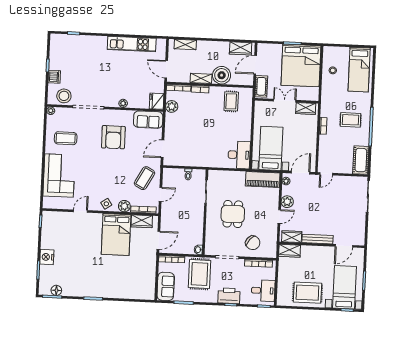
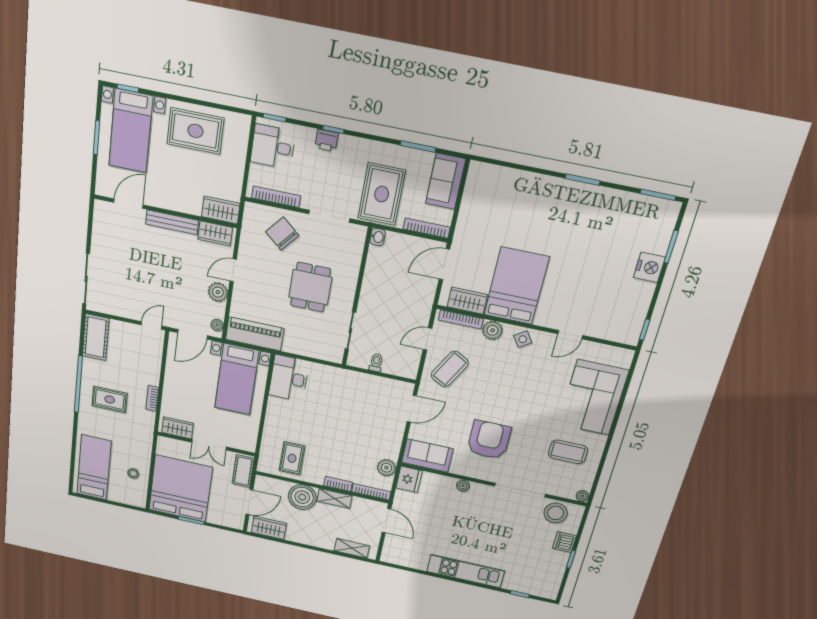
kitchen unit: (132, 44) -> (466, 571), moved
floor lamp: (56, 290) -> (647, 205), removed
printer: (229, 296) -> (327, 140), width x0.53, depth x0.68

